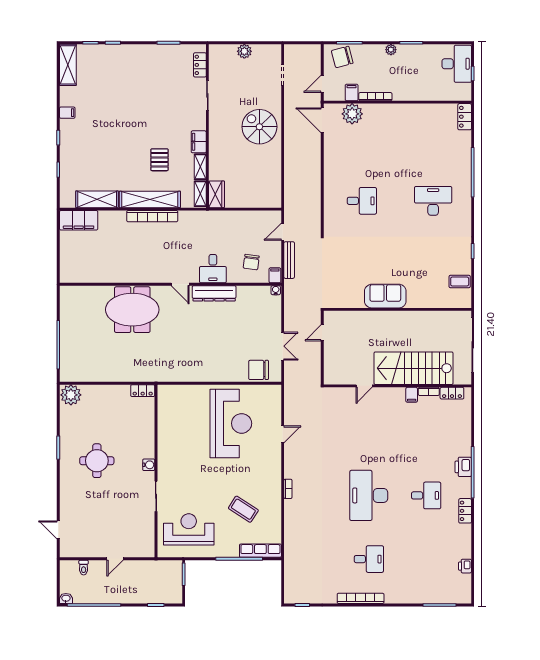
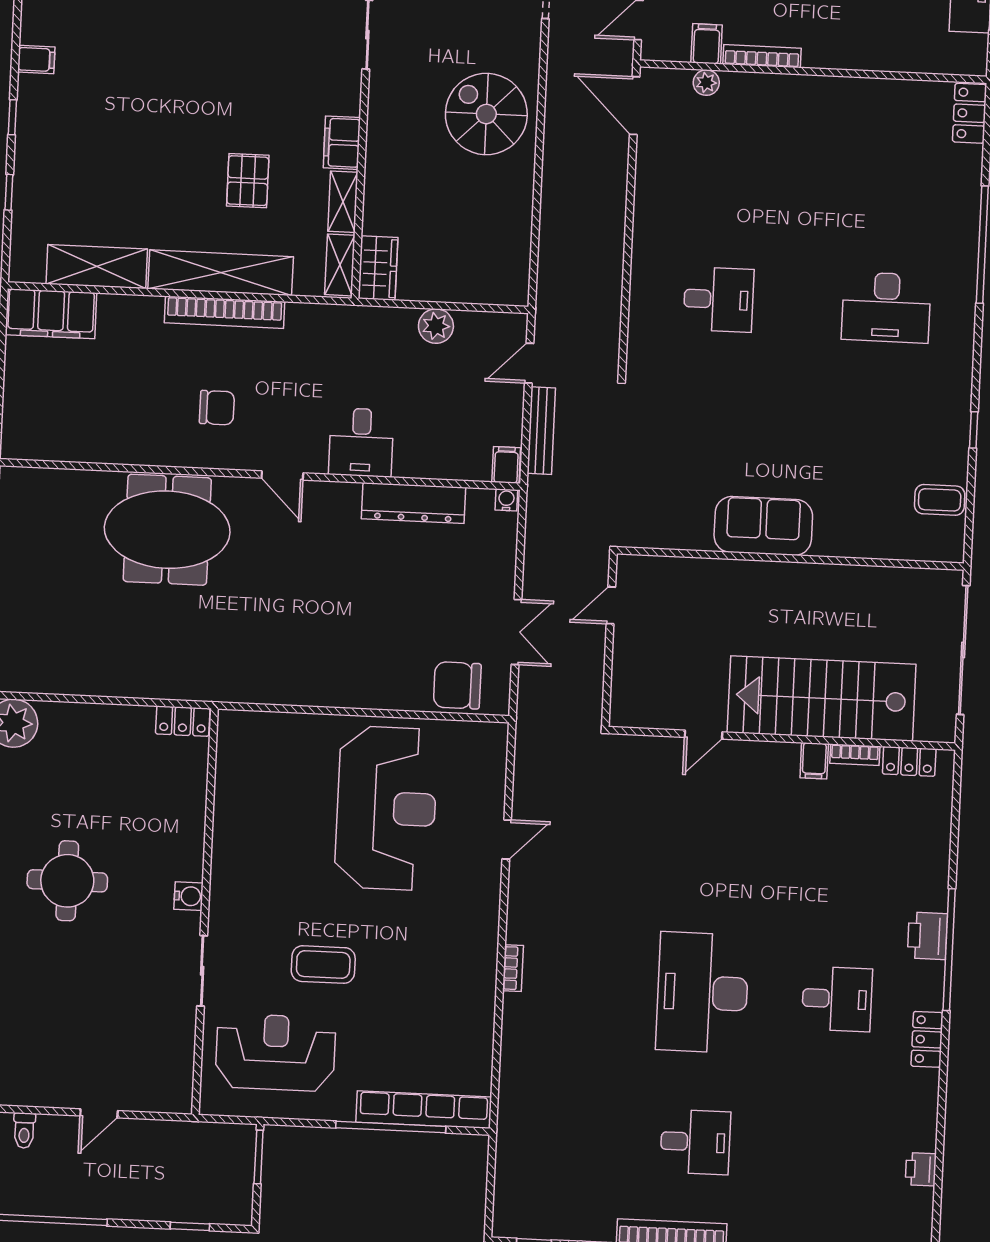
plant: (352, 114) -> (706, 83), width x0.53, depth x0.53
desk: (433, 201) -> (886, 307), turned 180
plant: (242, 218) -> (436, 326), added
chair: (251, 262) -> (217, 408), moved, turned -97
dresser: (214, 293) -> (413, 503), moved
coffee table: (243, 509) -> (323, 965), moved, turned -33
row of seats: (260, 551) -> (424, 1110), width x1.36

